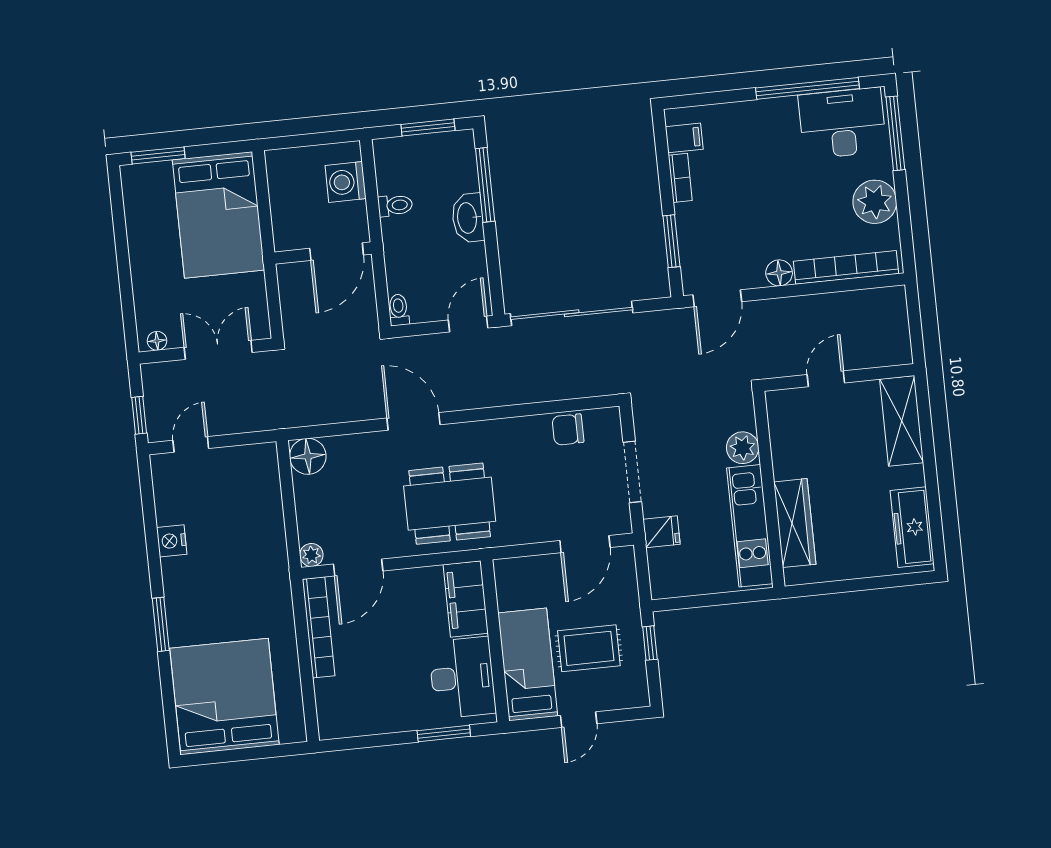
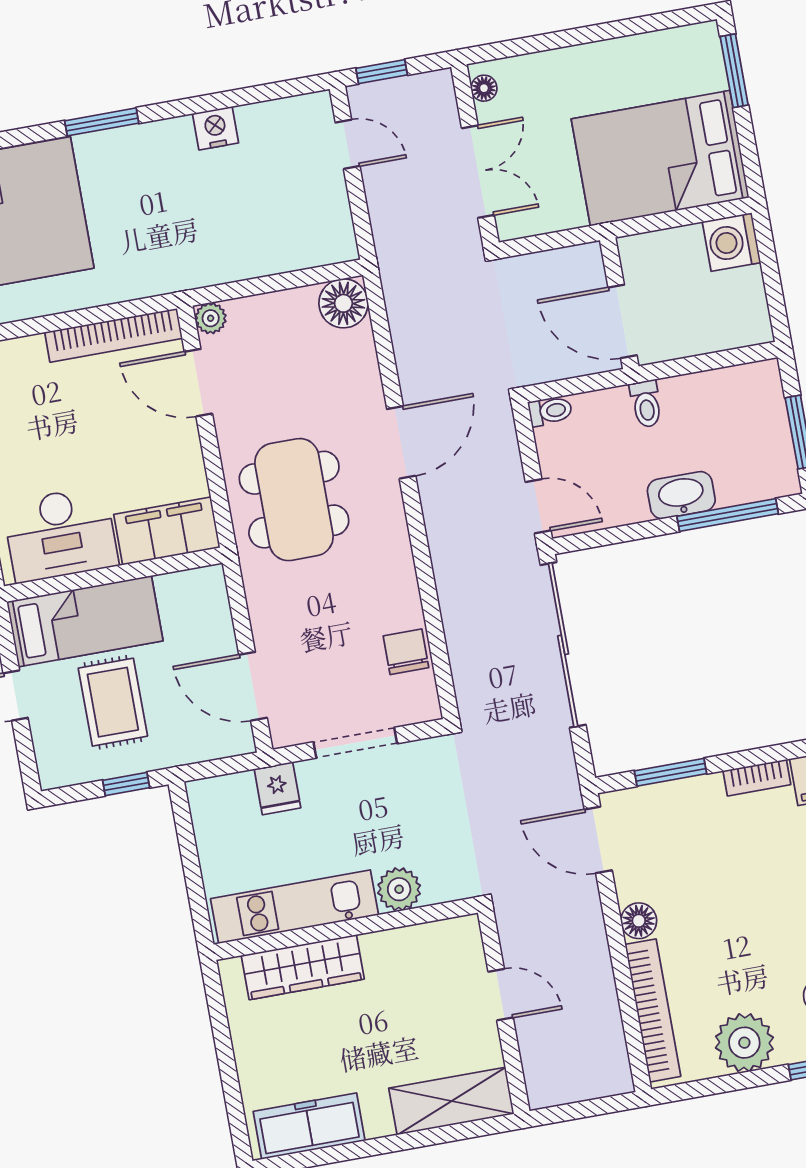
washing machine: (346, 182) -> (731, 242), moved, turned -90
toilet: (395, 205) -> (646, 404), moved

